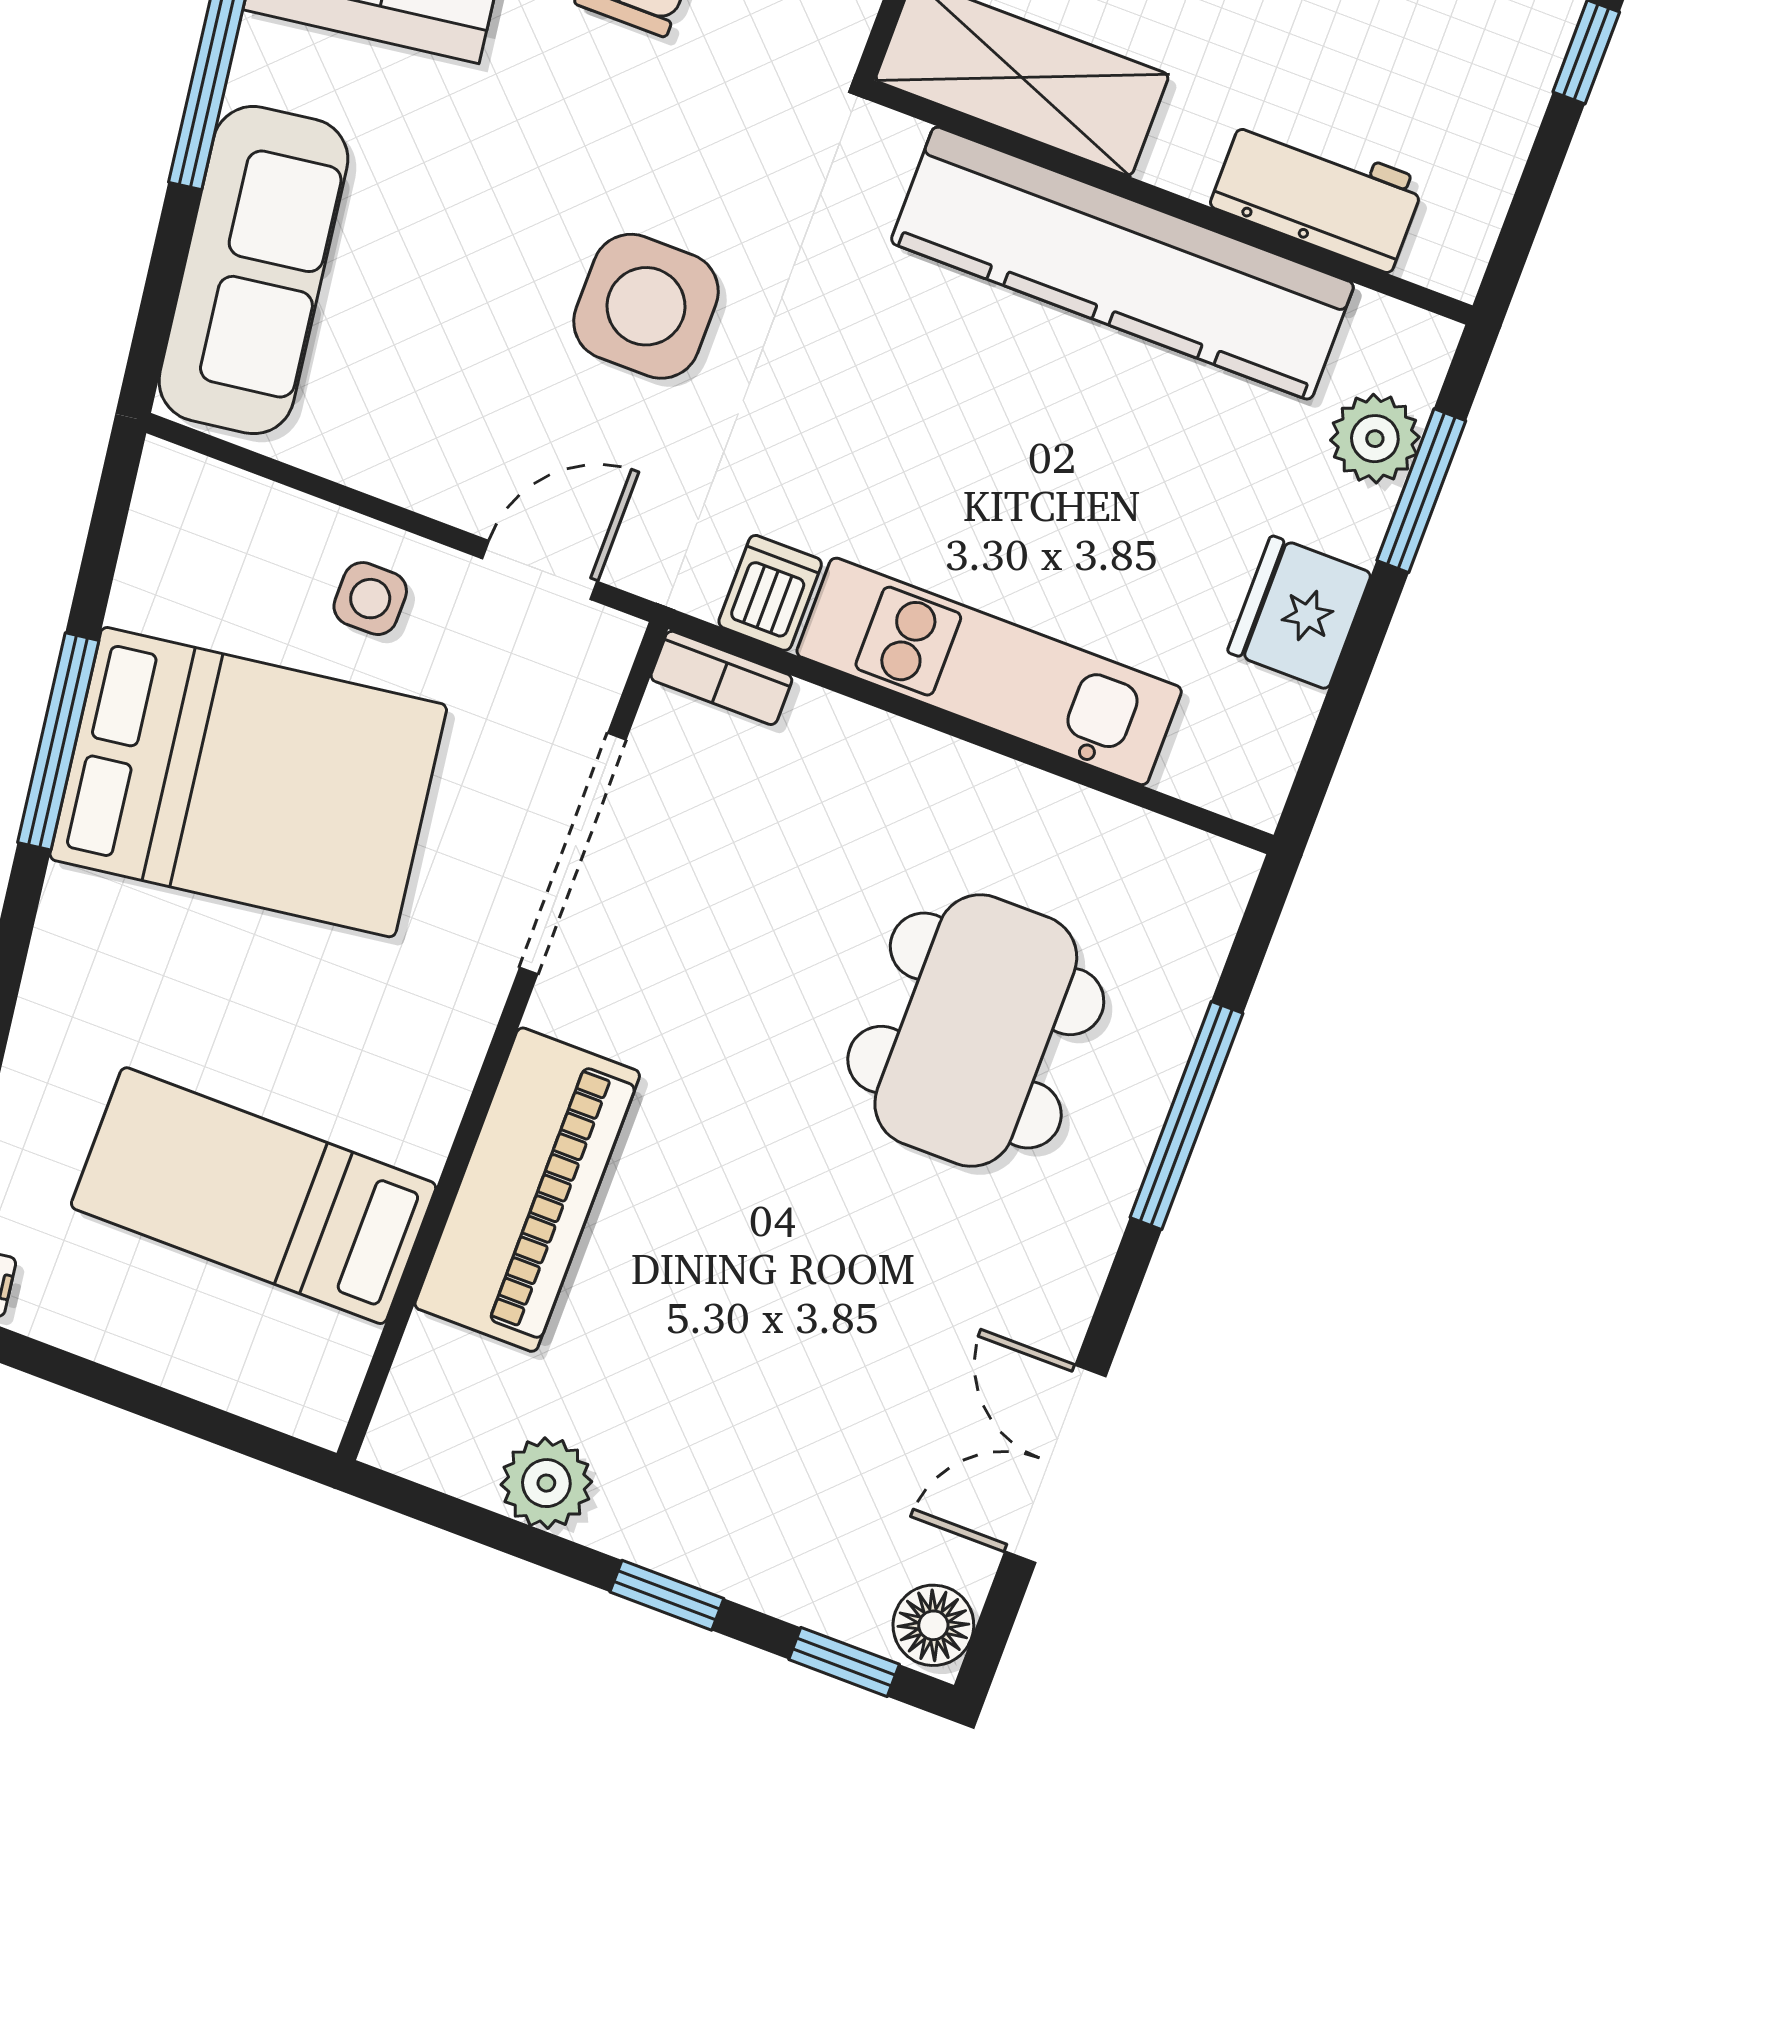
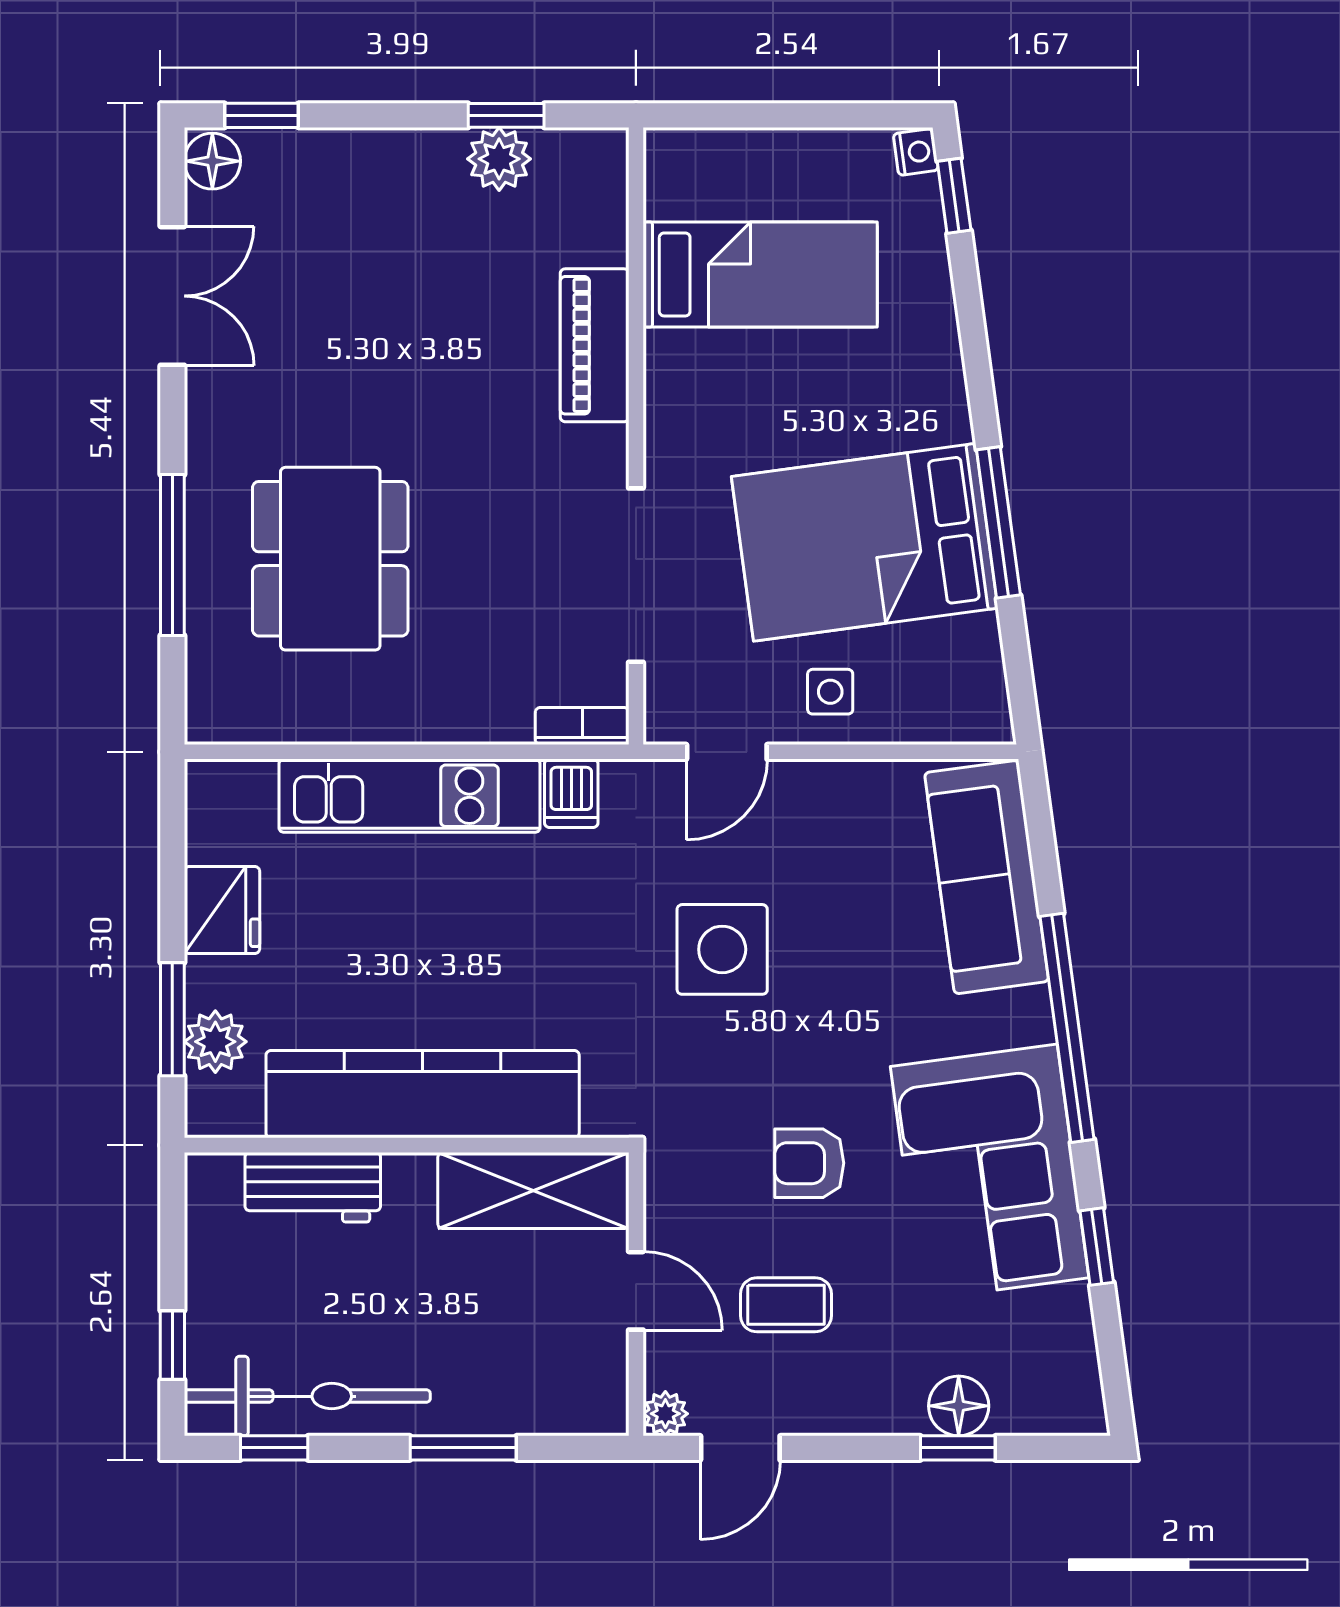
piano: (527, 1190) -> (595, 345), width x0.73, depth x0.75
window: (667, 1595) -> (506, 115), moved

